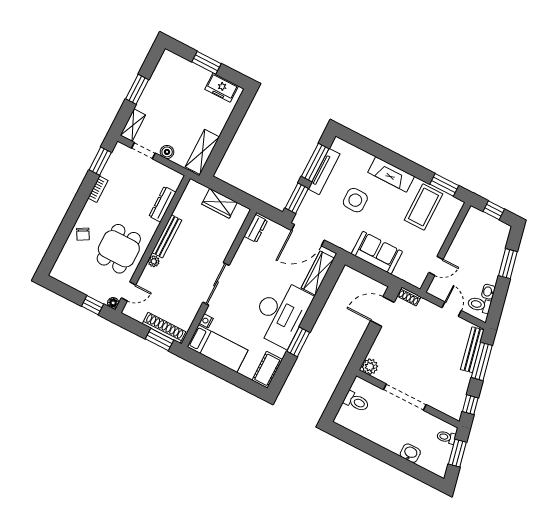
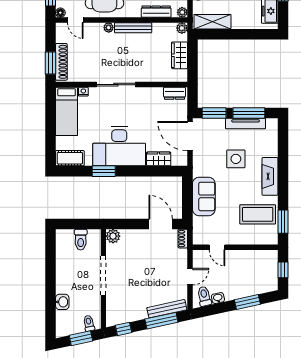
plant: (177, 178) -> (182, 12), added
plant: (193, 187) -> (182, 28), added
wardrobe: (318, 273) -> (159, 159), width x0.67

